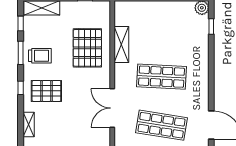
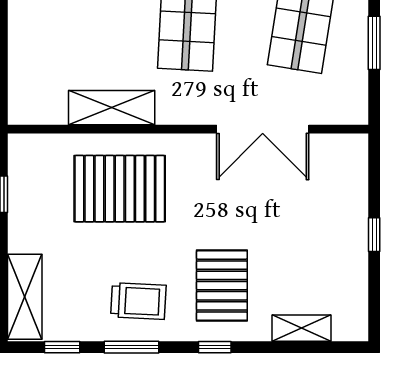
trolley: (40, 56) -> (138, 301), turned 93

